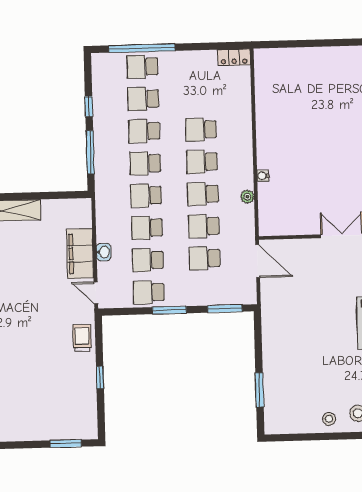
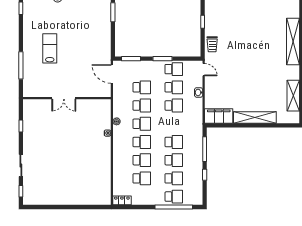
school desk: (146, 196) -> (142, 178), moved
filing cabinet: (80, 254) -> (219, 116), moved, turned -90
door: (258, 261) -> (112, 74), moved

